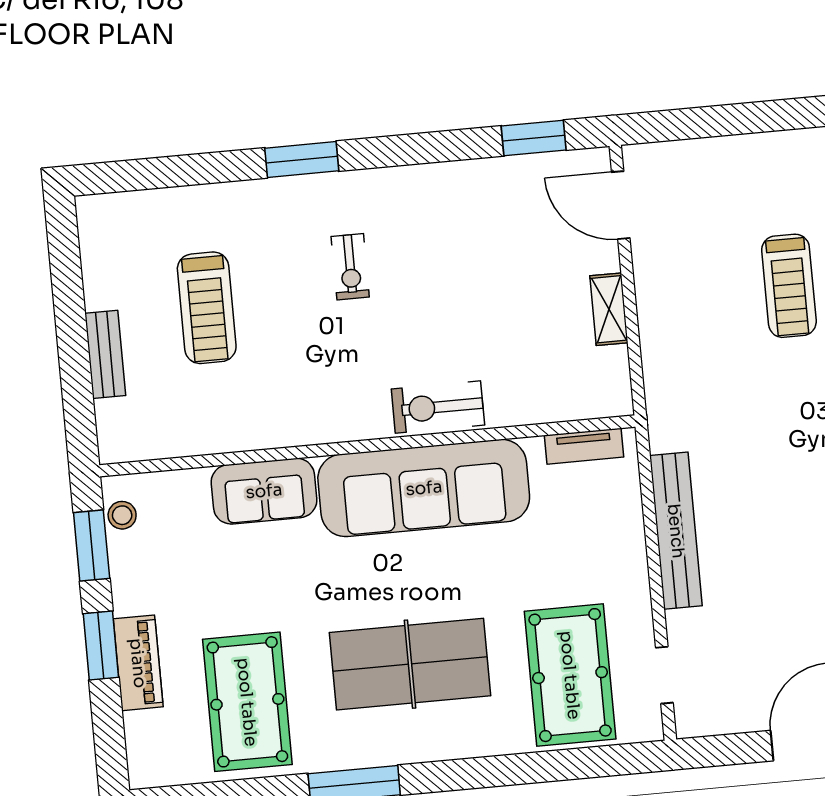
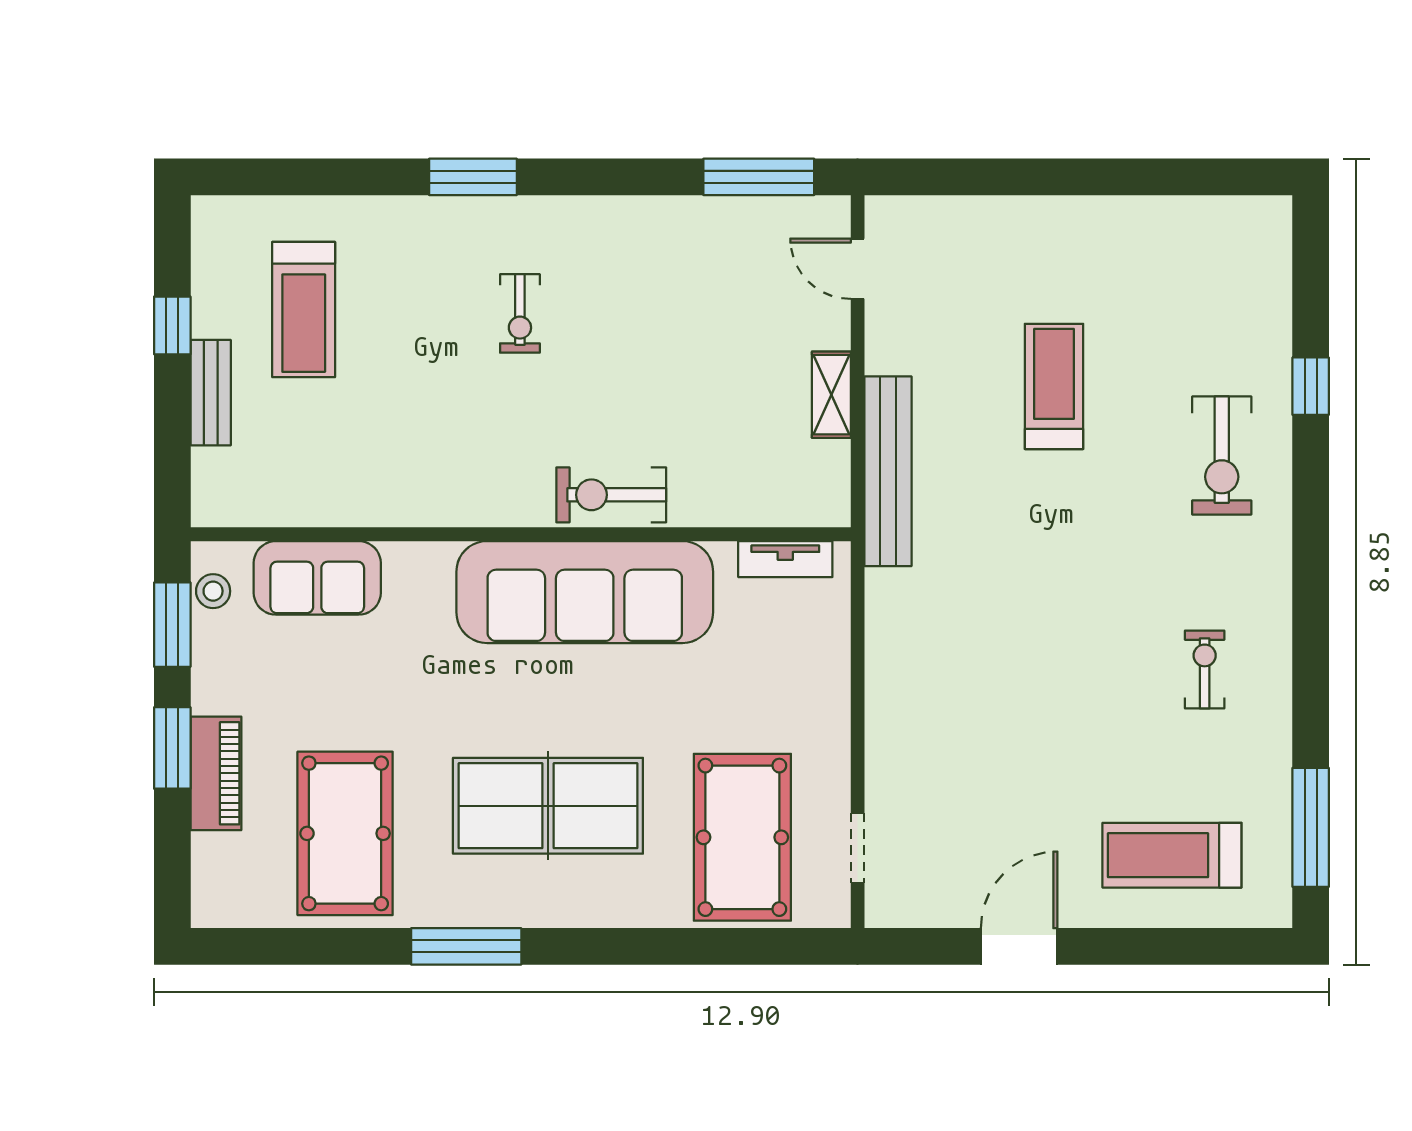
window: (534, 138) -> (759, 177), width x1.44
door: (621, 205) -> (858, 269), width x0.73
treadmill: (789, 286) -> (1054, 386), turned 180
window: (69, 303) -> (172, 325), added
treadmill: (207, 308) -> (304, 310), moved
sofa: (264, 491) -> (317, 578), moved
bench: (676, 531) -> (888, 471), moved

